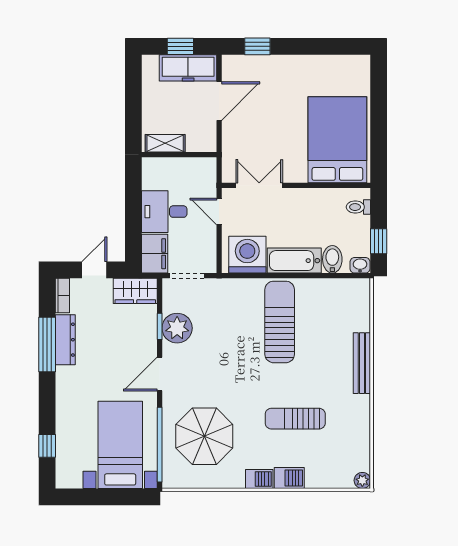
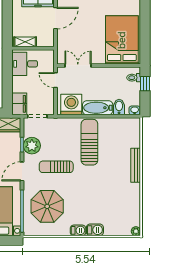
desk: (164, 212) -> (25, 64), moved
window: (379, 241) -> (145, 84), moved
sun lounger: (295, 419) -> (56, 167), moved

